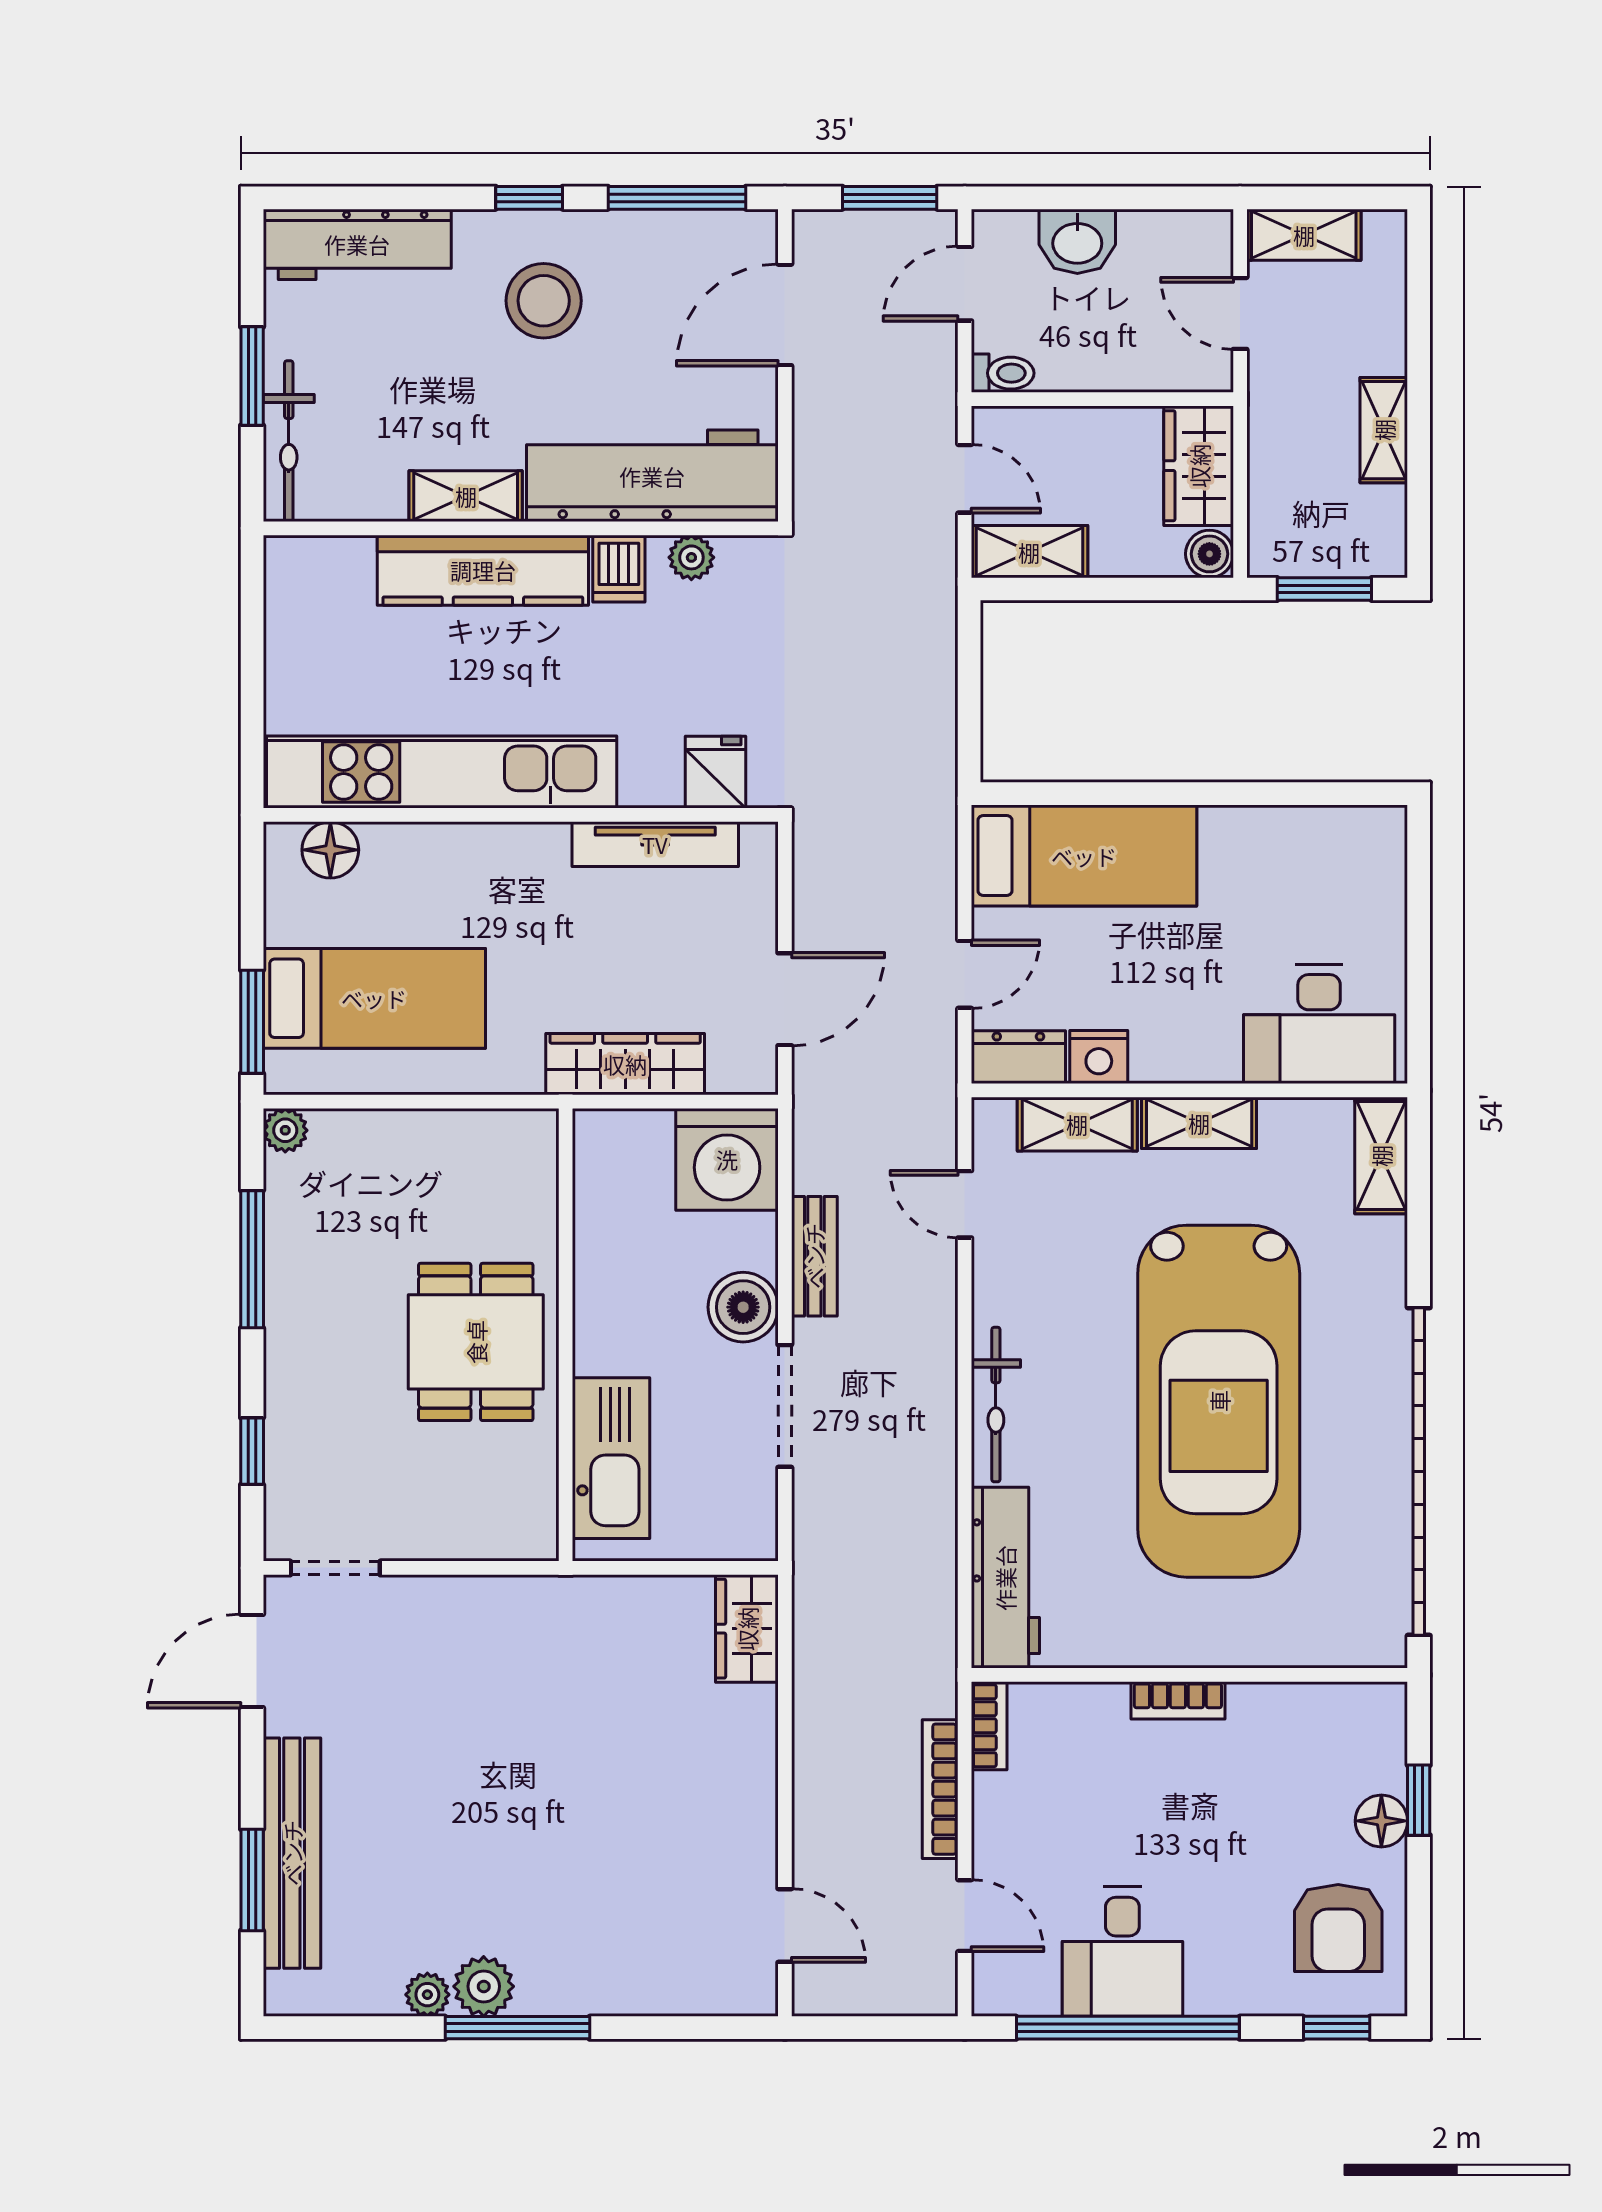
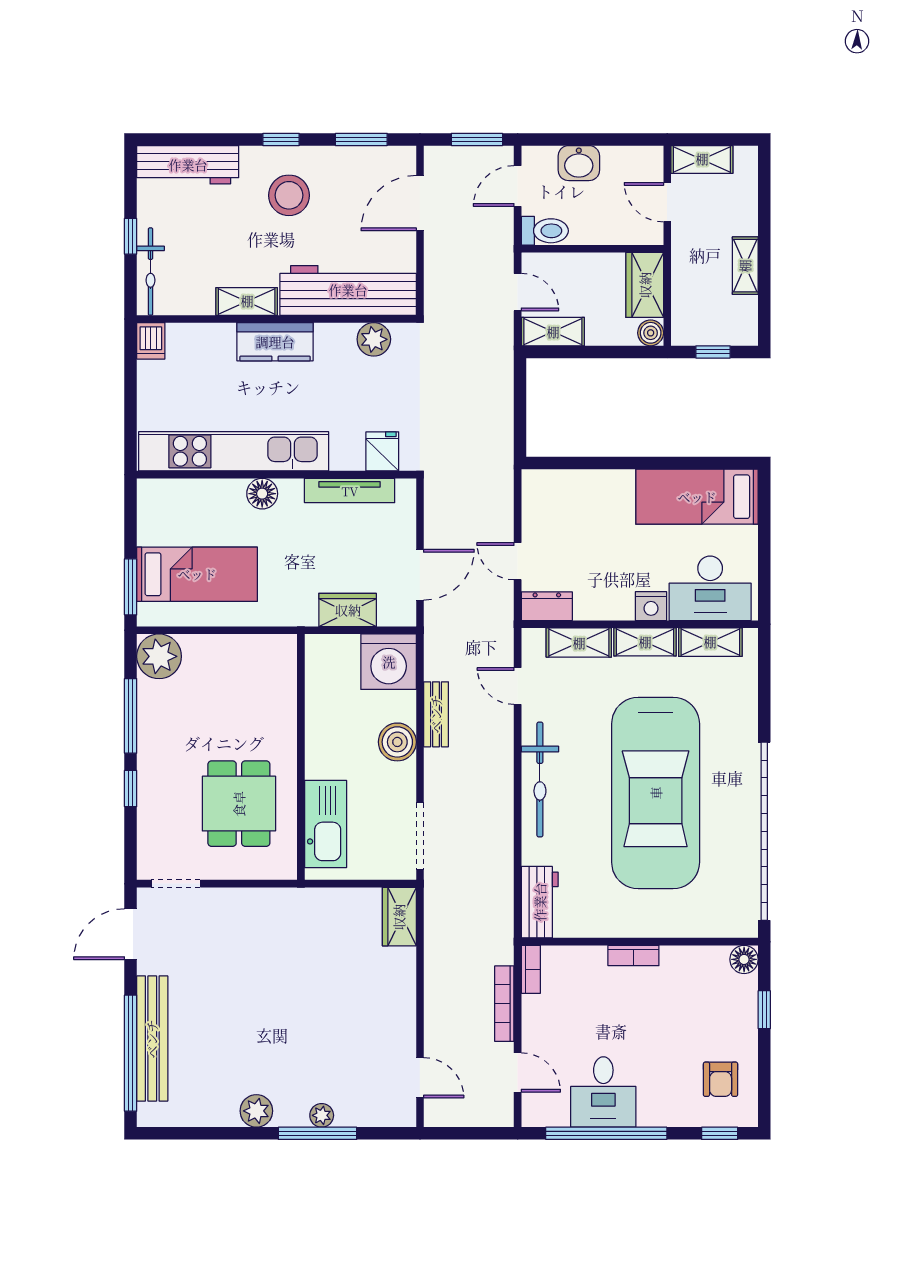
window: (677, 198) -> (361, 139), width x0.69
toilet: (1003, 373) -> (545, 231), width x1.37, depth x1.39
window: (252, 376) -> (131, 236), width x0.67
plant: (691, 557) -> (374, 339), width x1.38, depth x1.38
dishwasher: (619, 569) -> (151, 341), moved
kitchen counter: (483, 570) -> (275, 342), width x0.67
window: (1324, 589) -> (713, 352), width x0.67
floor lamp: (330, 850) -> (262, 494), moved
bed: (1084, 856) -> (697, 497), moved, turned 180
door: (965, 974) -> (518, 561), swing flipped
nightstand: (1099, 1057) -> (651, 606), moved
wardrobe: (625, 1064) -> (348, 610), width x0.67
plant: (285, 1130) -> (159, 656), width x1.88, depth x1.88
shelving: (1381, 1156) -> (710, 642), moved, turned 90
dining table: (476, 1342) -> (239, 804), moved
bicycle: (996, 1405) -> (540, 779), width x1.37, depth x1.40
doorway: (785, 1406) -> (420, 836), moved
window: (252, 1451) -> (131, 789), moved
workbench: (1005, 1578) -> (540, 902), width x0.73
floor lamp: (1381, 1821) -> (744, 959), moved
window: (252, 1880) -> (131, 1053), width x2.11
armchair: (1338, 1928) -> (721, 1079), width x0.72, depth x0.72
plant: (427, 1995) -> (322, 1115), moved
window: (517, 2028) -> (317, 1133), moved

